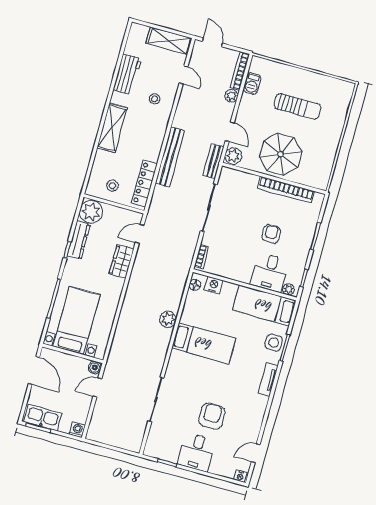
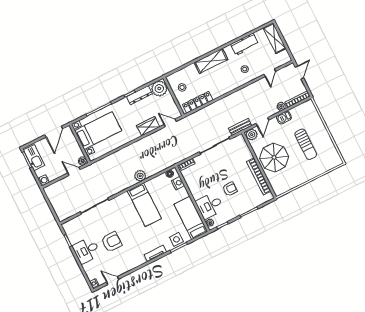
shelving: (169, 41) -> (274, 38), moved
barbecue: (252, 84) -> (284, 117), moved
bench: (170, 157) -> (223, 103), removed

